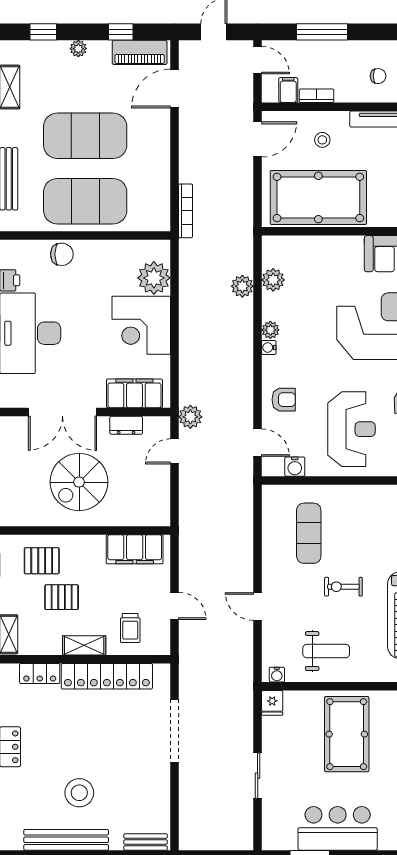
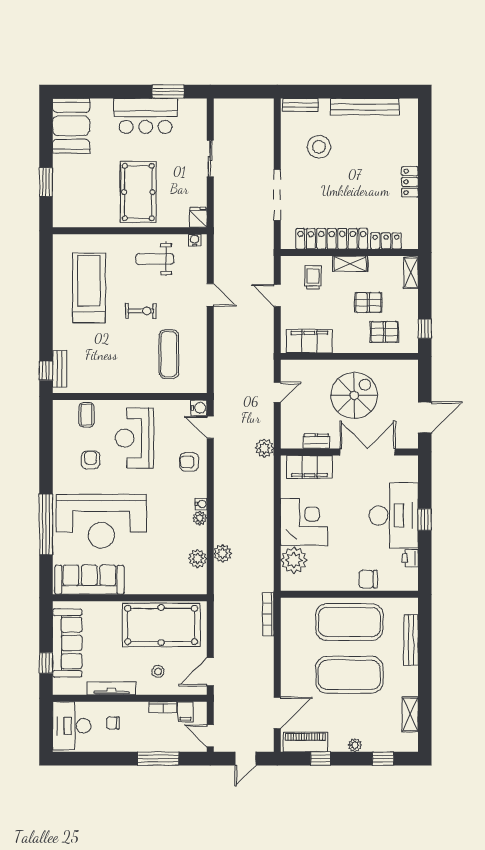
door: (174, 451) -> (277, 392), moved
water cooler: (295, 467) -> (199, 408), moved, turned 90
stool: (79, 793) -> (319, 147), moved

